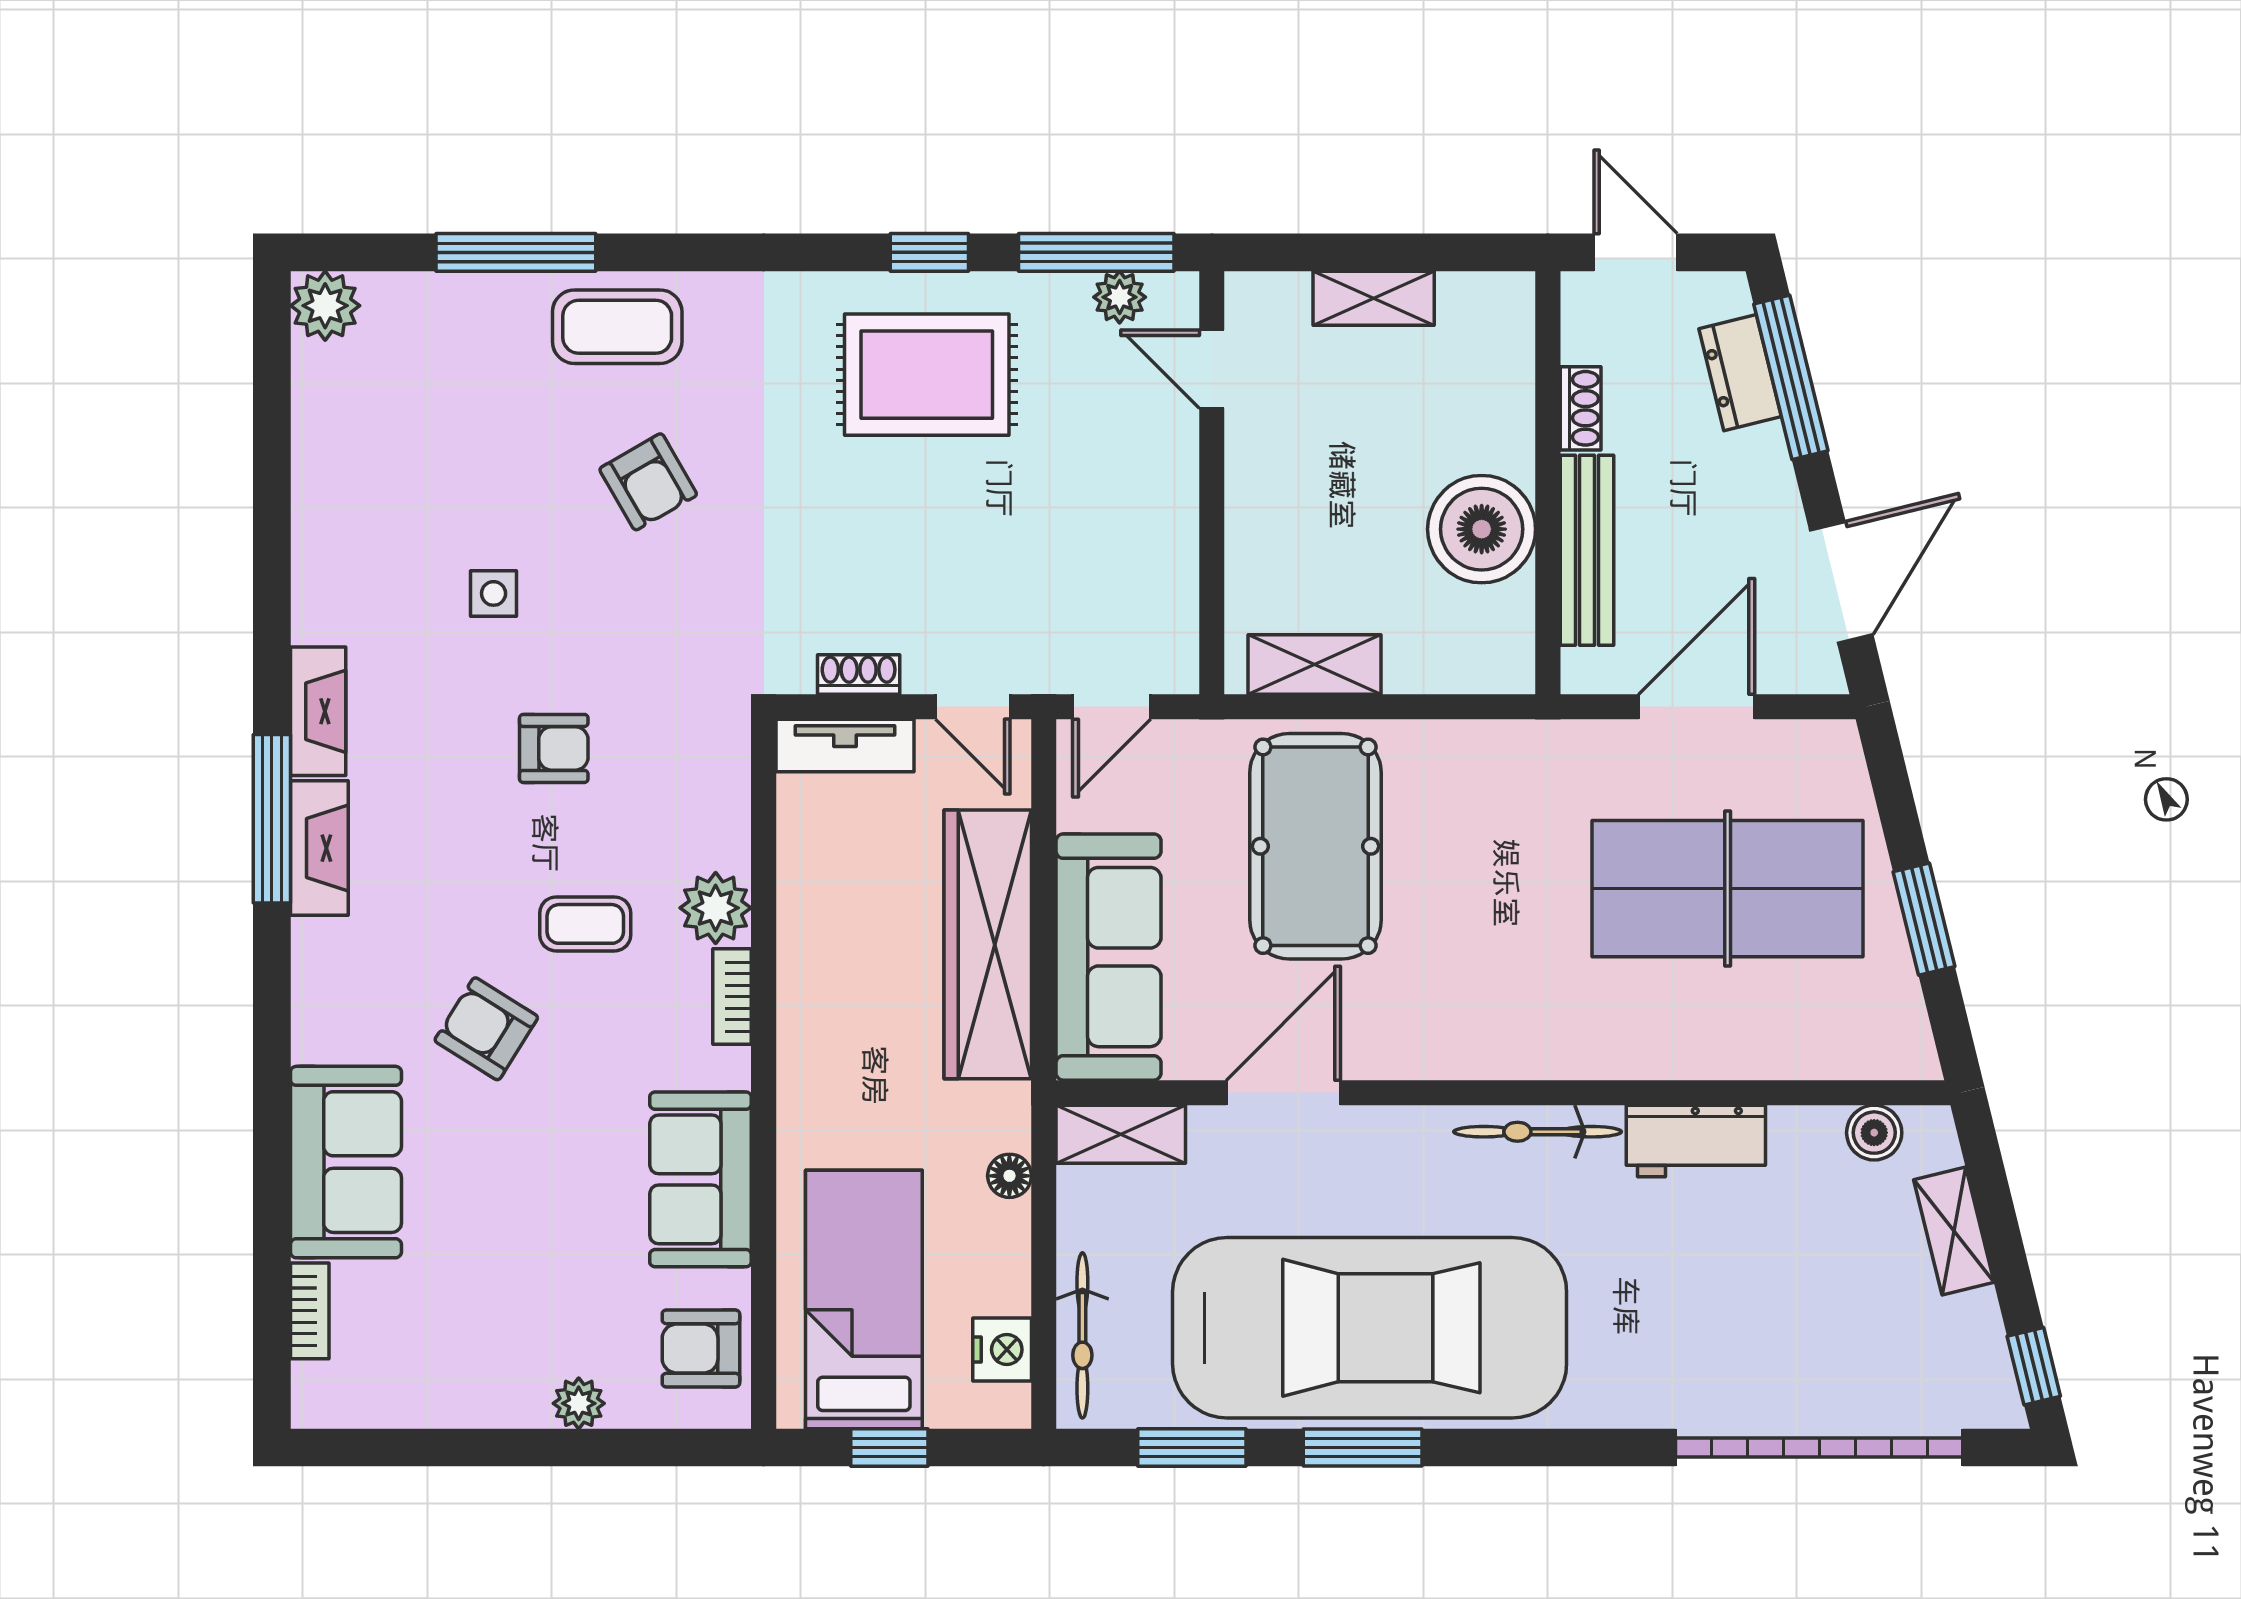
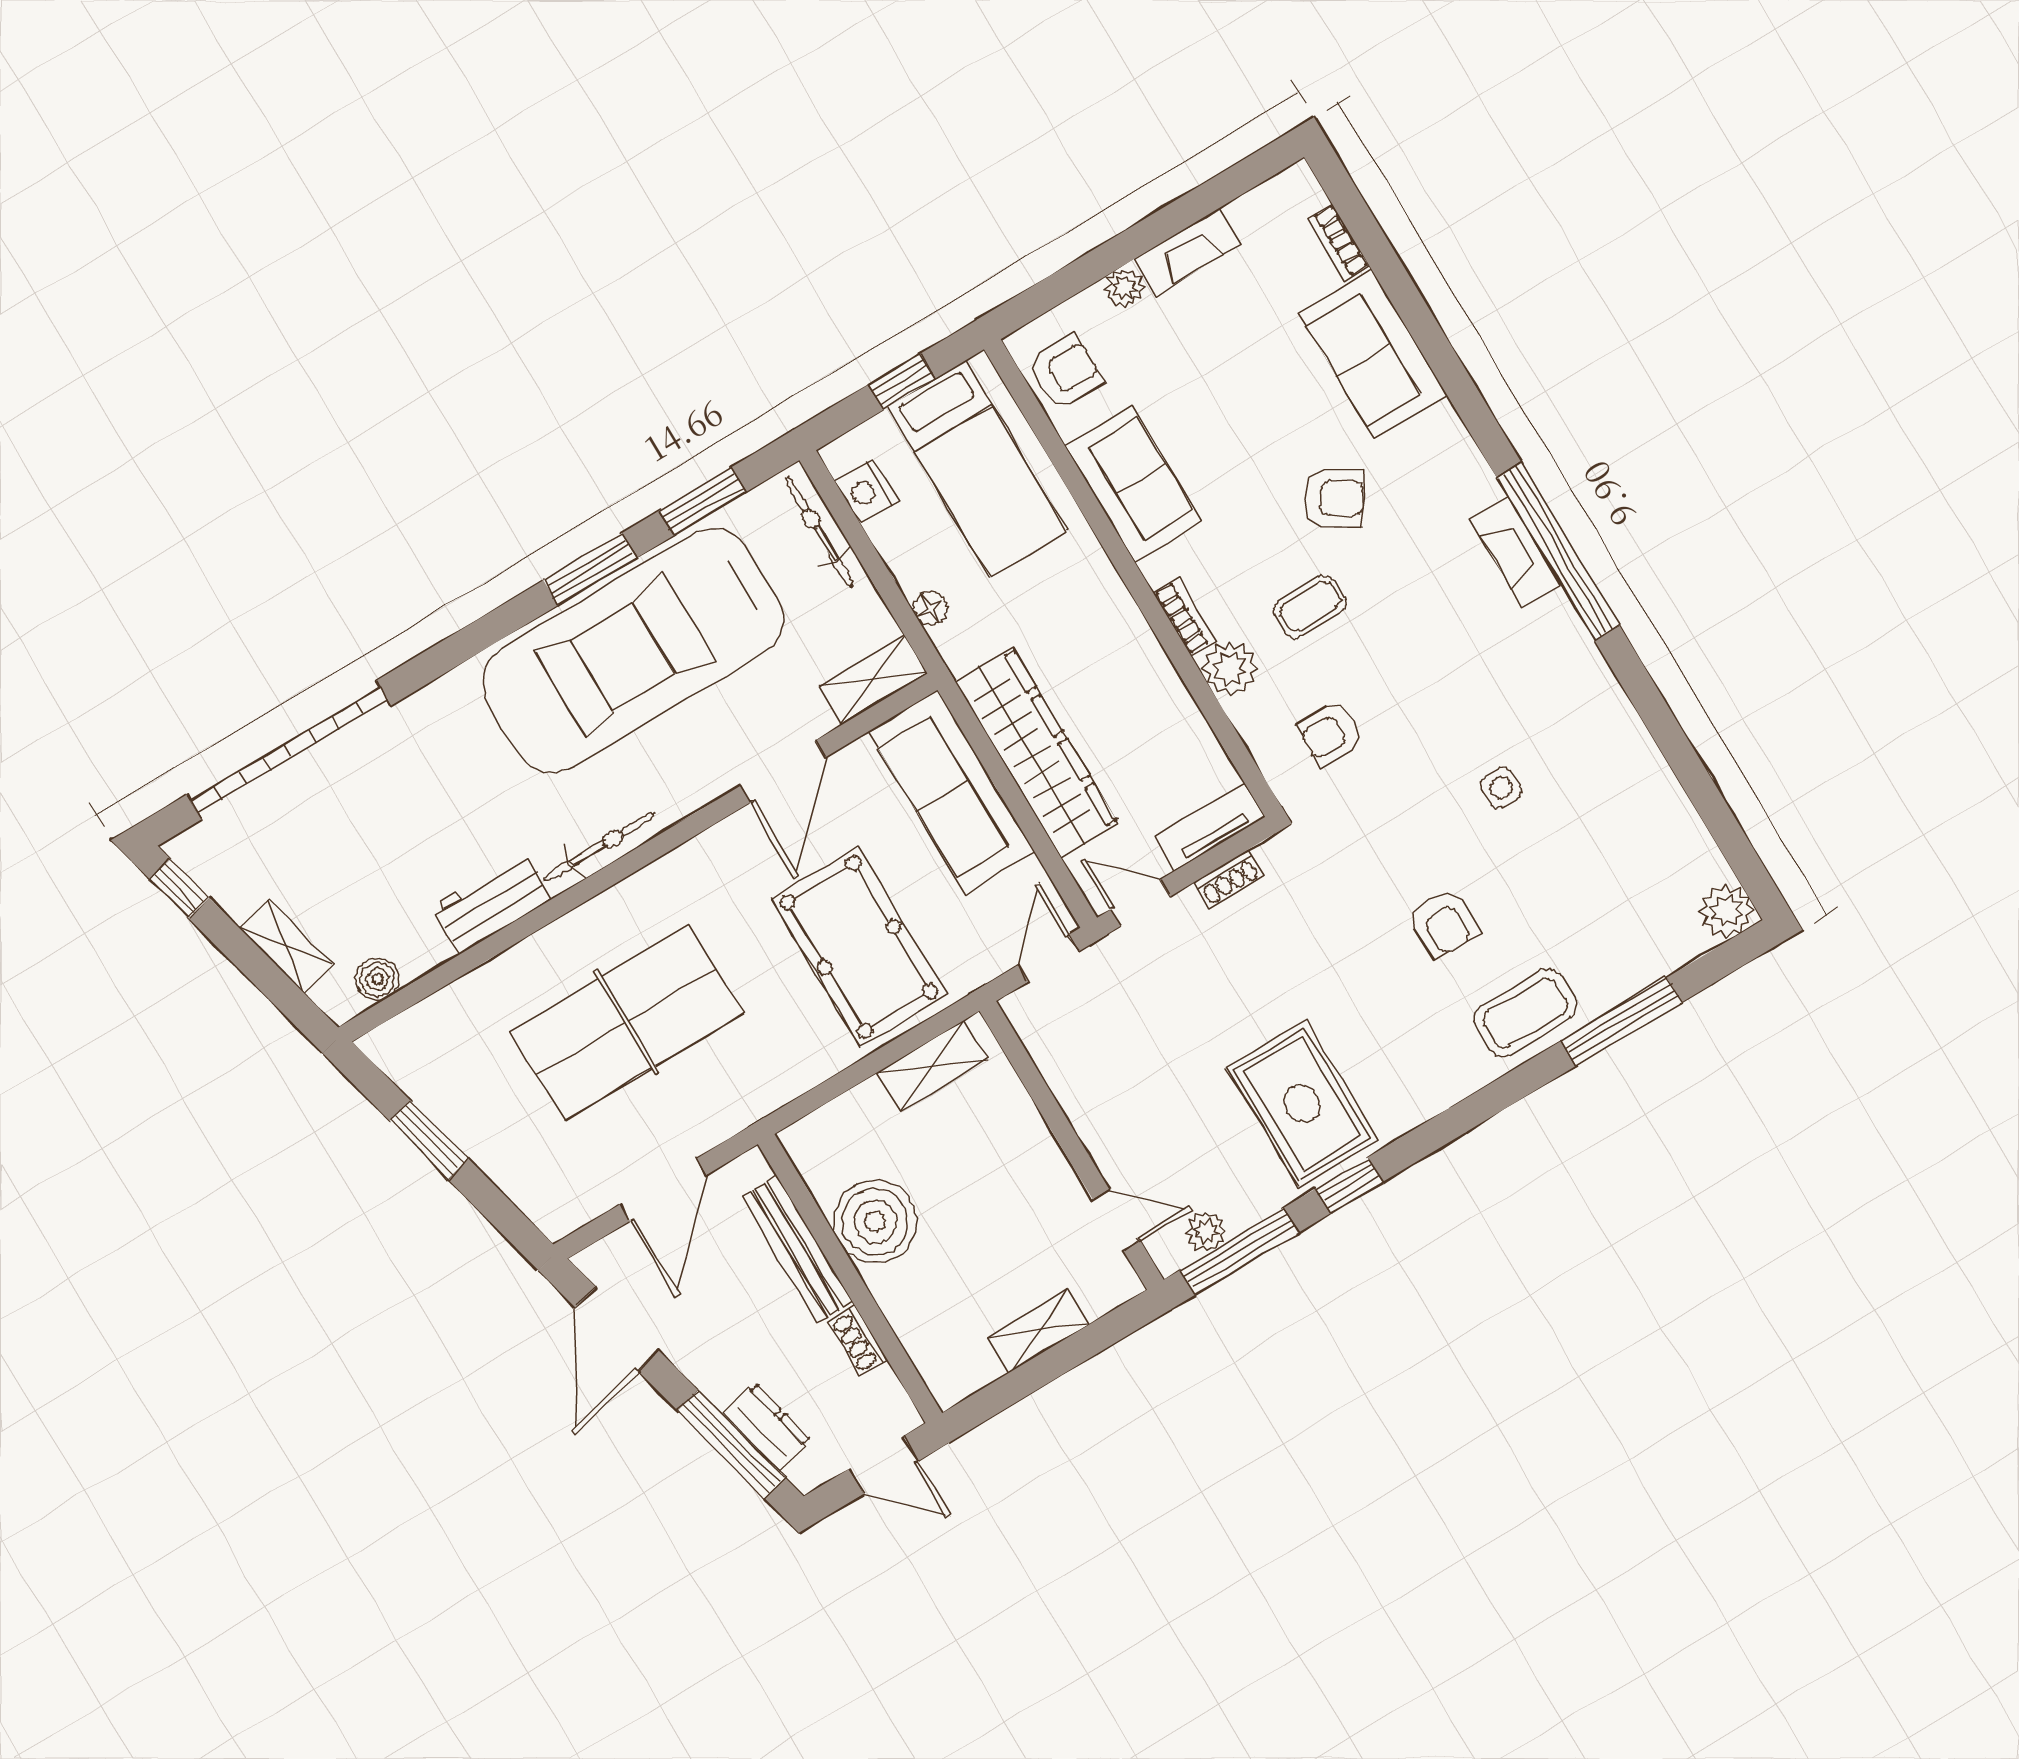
rug: (927, 375) -> (1302, 1104), turned 90
armchair: (648, 482) -> (1443, 923), turned -150
fireplace: (318, 711) -> (1188, 251), moved, turned -90
armchair: (554, 748) -> (1330, 734), moved
window: (272, 819) -> (1558, 551), width x1.46
table tennis table: (1728, 889) -> (627, 1023), moved

